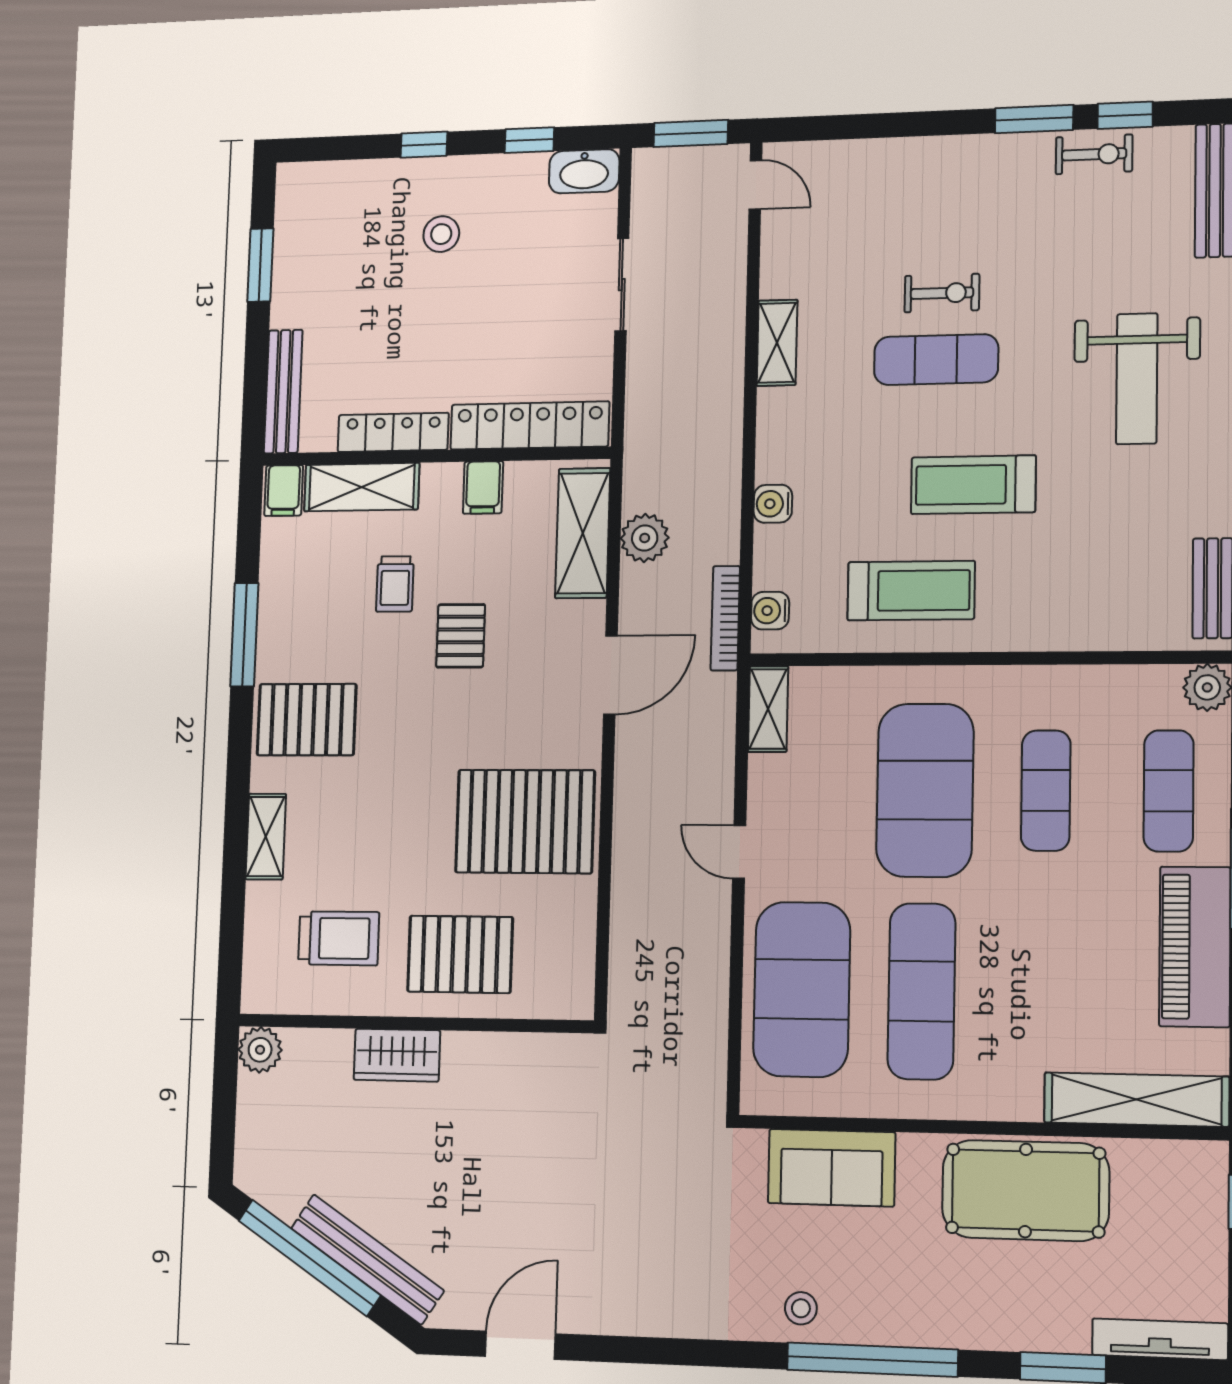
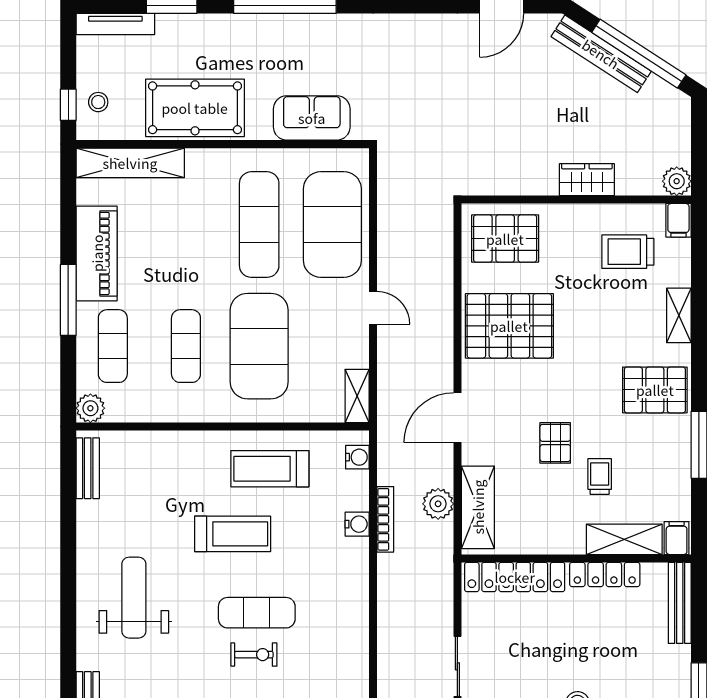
exercise bike: (942, 293) -> (254, 655), turned 180
shelving: (777, 343) -> (357, 626), removed
filing cabinet: (483, 487) -> (678, 220), moved, turned 180
bookcase: (725, 618) -> (385, 519), moved
pallet: (460, 954) -> (505, 239), moved
stool: (801, 1308) -> (98, 102), moved

